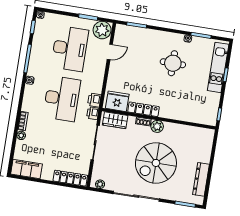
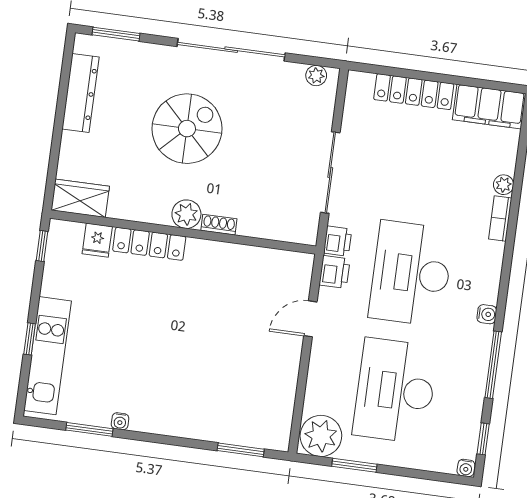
door: (110, 52) -> (310, 319), moved
round table: (173, 63) -> (153, 363), removed
fridge: (117, 101) -> (97, 240), moved, width x0.53, depth x0.75
locker: (144, 109) -> (149, 244), moved
wardrobe: (115, 120) -> (80, 198), moved
spiral stairs: (156, 163) -> (187, 129), width x0.73, depth x0.73
locker: (70, 178) -> (414, 92), moved

